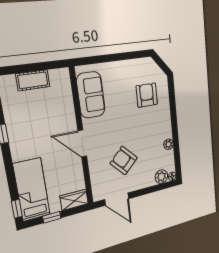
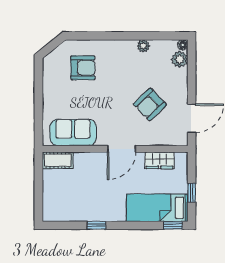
cot: (33, 80) -> (58, 160), moved, turned 90
armchair: (147, 95) -> (83, 68), turned 180
wardrobe: (74, 200) -> (160, 160), moved, turned -90

